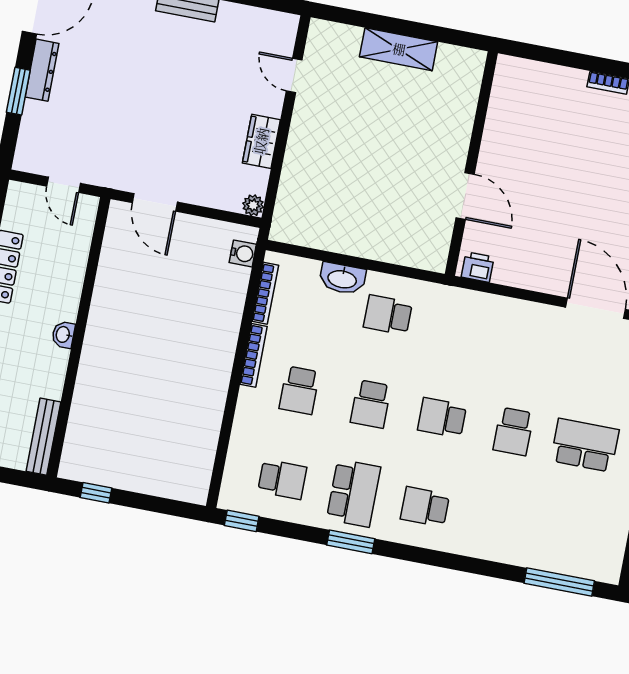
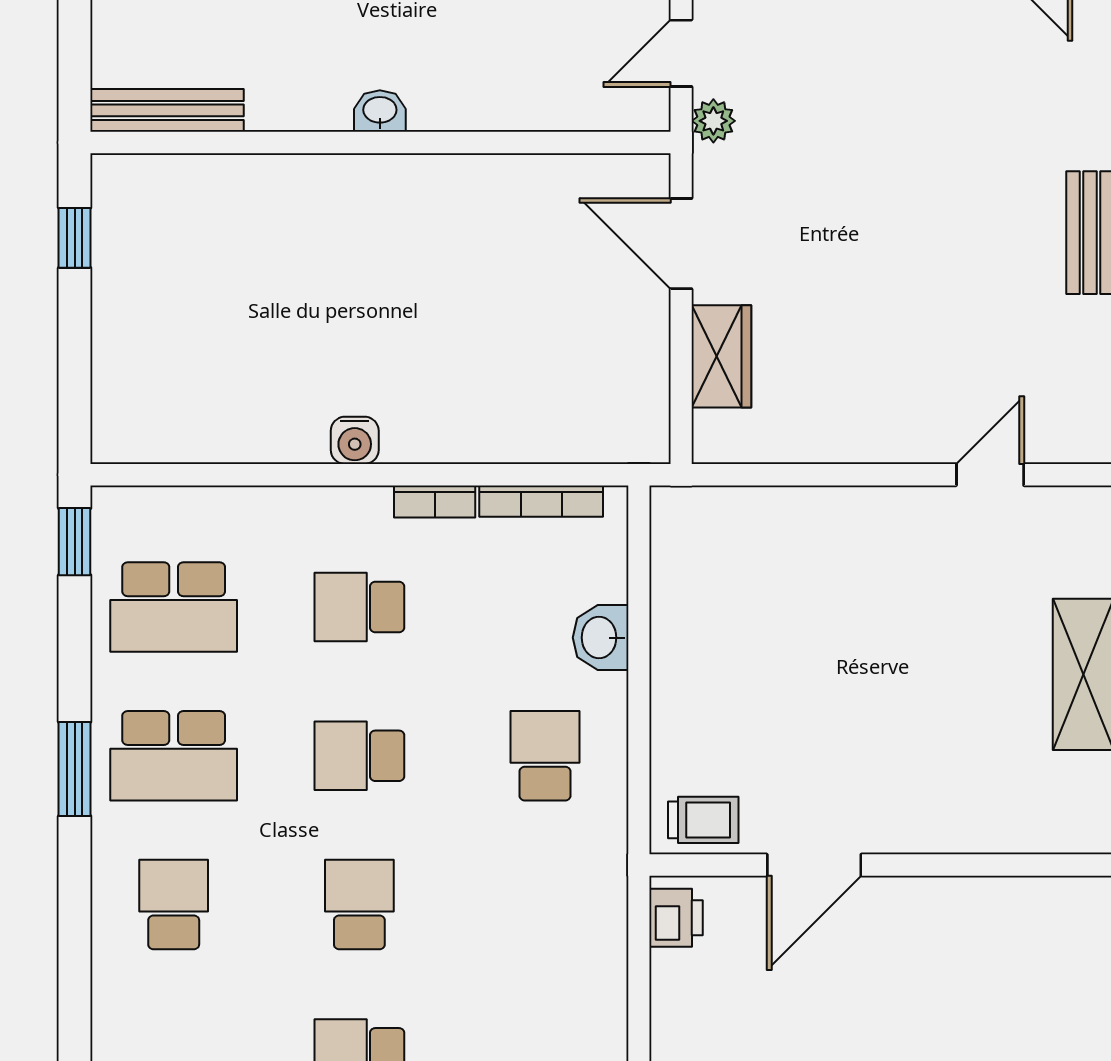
wardrobe: (261, 141) -> (721, 356), moved, turned 90
door: (155, 202) -> (681, 244), hinge flipped
plant: (253, 205) -> (713, 121), moved
trolley: (433, 245) -> (703, 820), added
water cooler: (243, 253) -> (355, 440), moved
washbasin: (342, 278) -> (601, 638), width x0.72
bookcase: (254, 355) -> (435, 501), width x0.64
school desk: (282, 479) -> (174, 607), width x1.85

